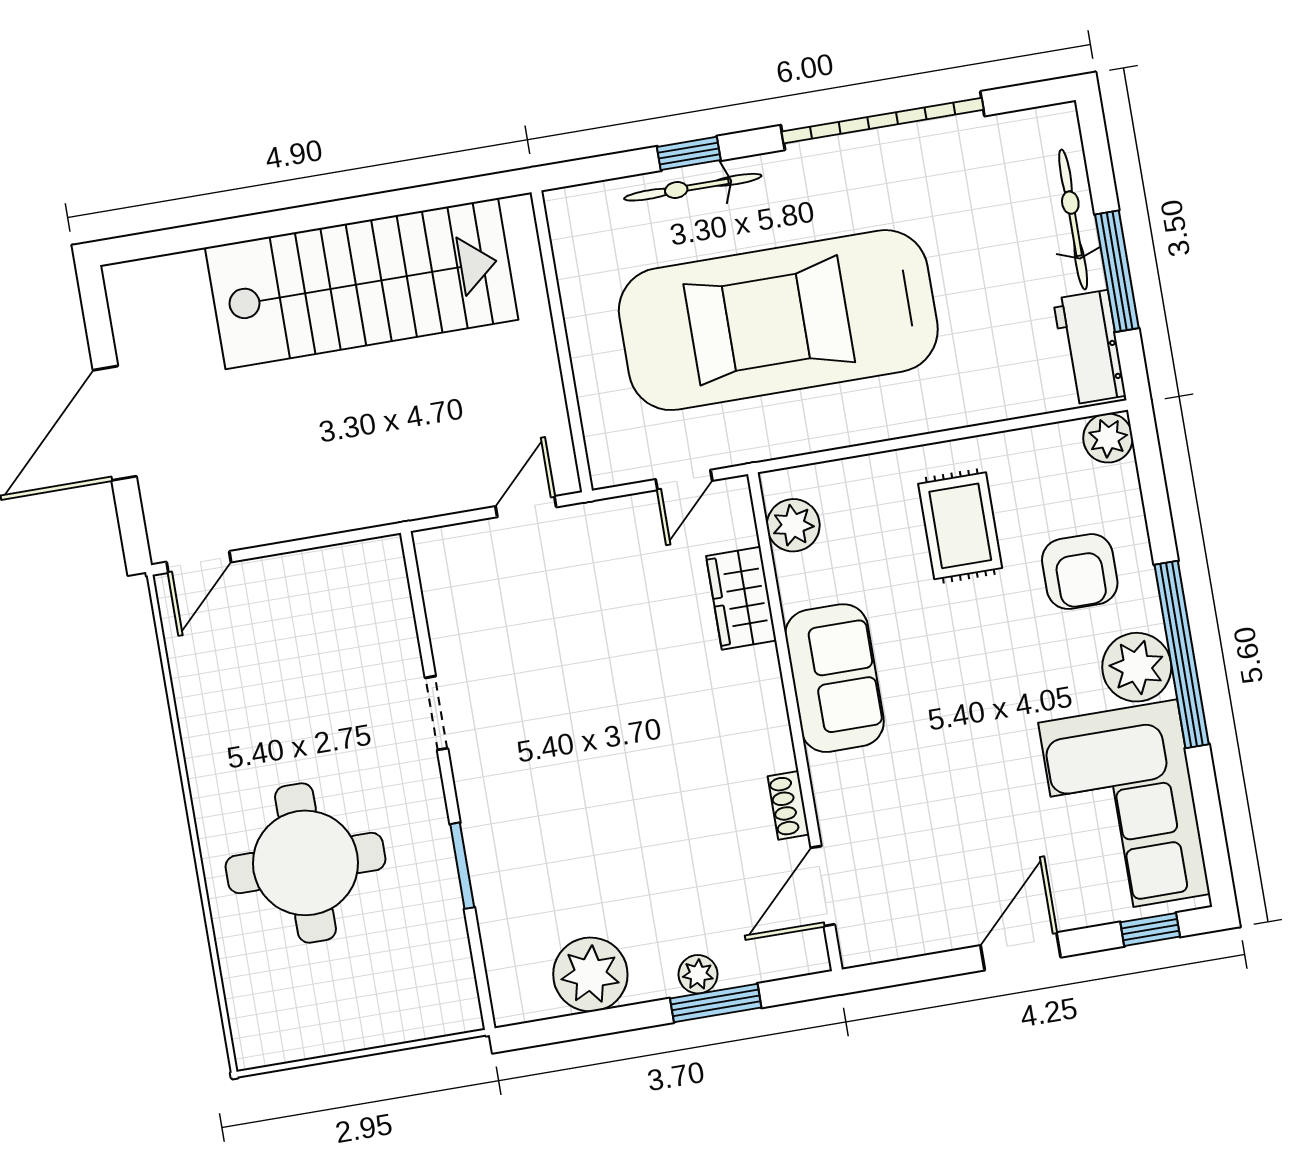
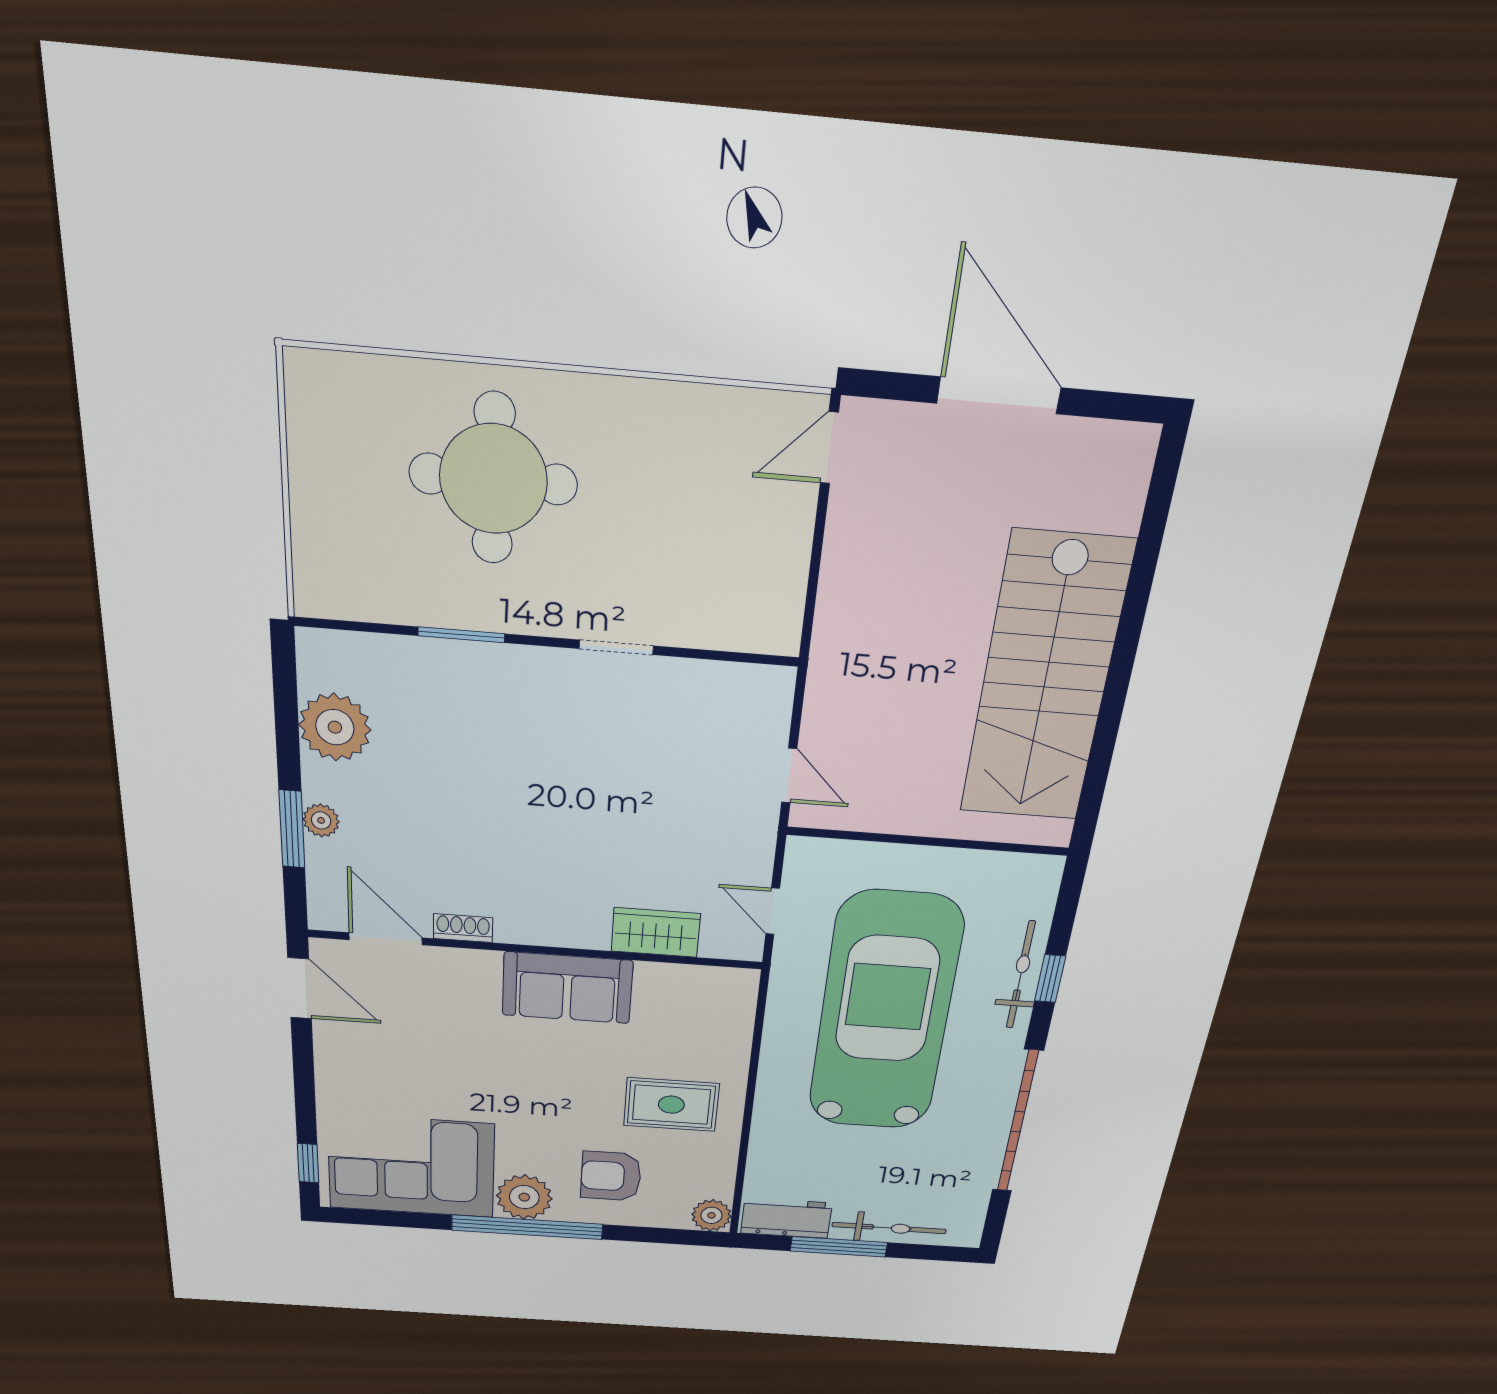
plant: (793, 525) -> (708, 986), removed
door: (199, 562) -> (829, 448), hinge flipped
door: (1021, 951) -> (300, 988), moved

